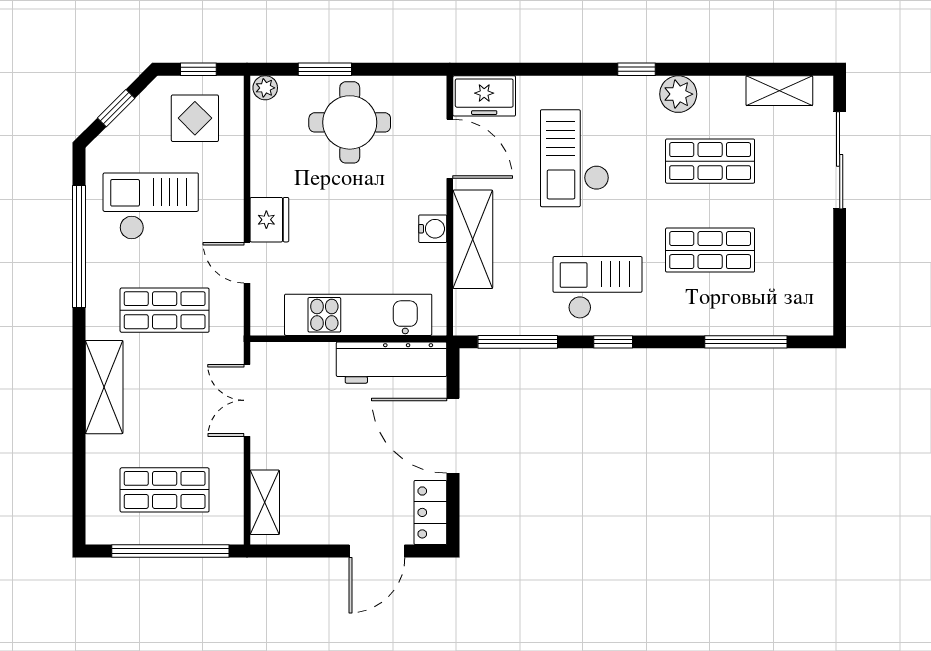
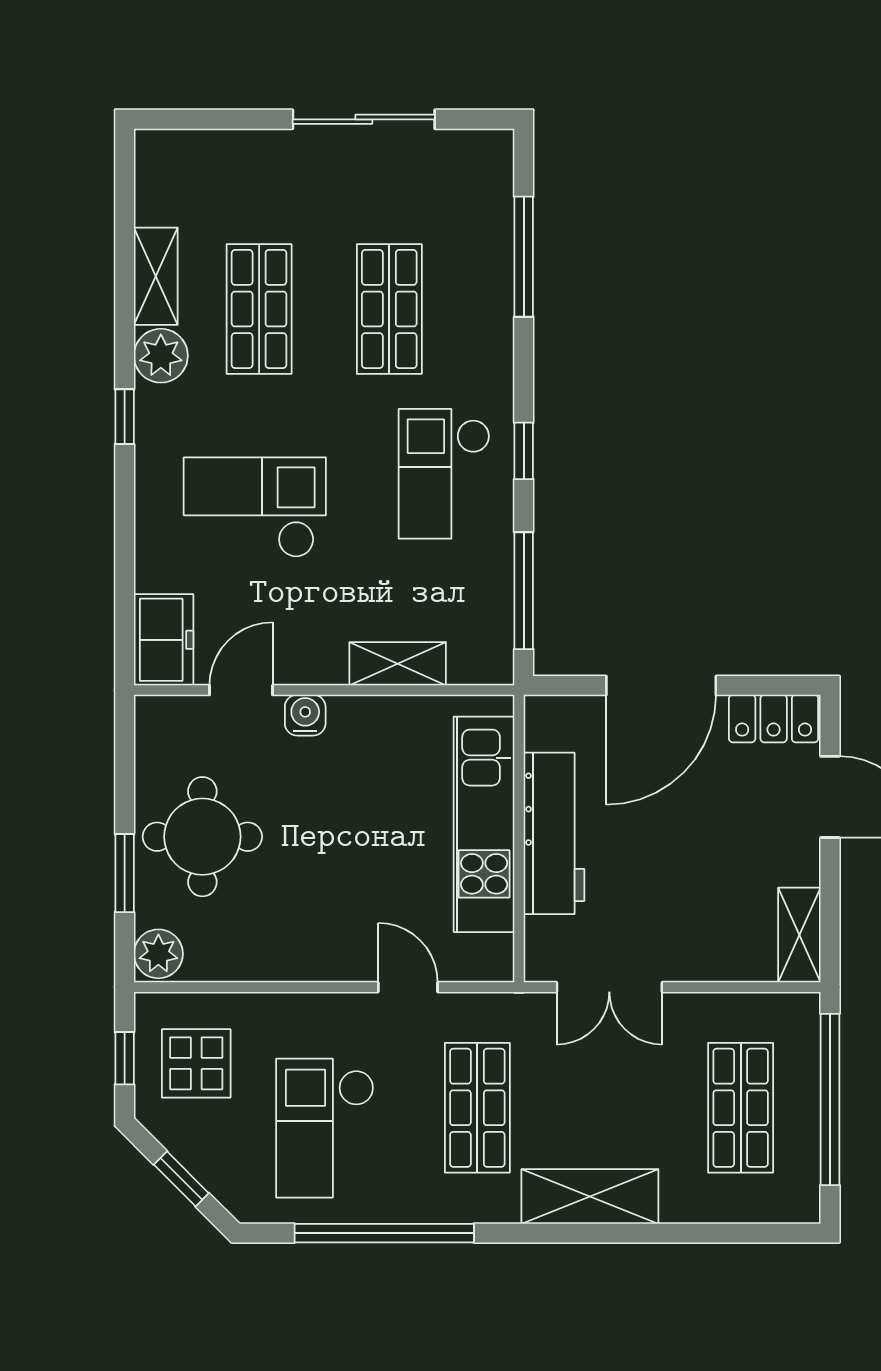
plant: (265, 88) -> (158, 954), width x1.38, depth x1.38
shelving: (779, 91) -> (156, 276), moved
door: (450, 149) -> (241, 690), width x0.73
checkout: (575, 158) -> (255, 507), turned 180
sliding door: (840, 160) -> (364, 119), moved
fridge: (269, 220) -> (345, 954), removed
water cooler: (433, 229) -> (305, 715), moved
shelving: (473, 239) -> (398, 664), width x0.67, depth x0.75
door: (247, 263) -> (408, 987), swing flipped
workbench: (392, 363) -> (554, 833), moved
shelving: (265, 502) -> (799, 935), moved, turned 90

